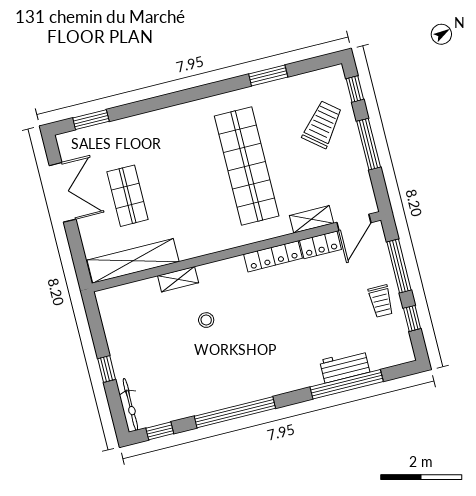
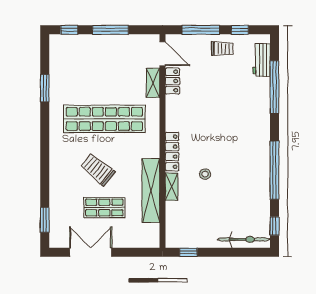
trolley: (322, 124) -> (98, 170), moved
locker: (273, 256) -> (172, 152), moved
shelving: (133, 261) -> (151, 191), moved
workbench: (345, 366) -> (262, 60), moved
window: (107, 369) -> (188, 252), moved
bicycle: (130, 404) -> (244, 239), width x1.37, depth x1.40

